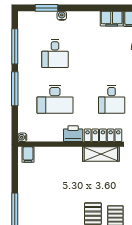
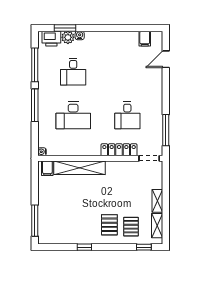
plant: (49, 18) -> (68, 37), added
filing cabinet: (112, 19) -> (127, 38), removed
printer: (73, 134) -> (51, 39), moved, turned 180
shelving: (101, 154) -> (80, 168), moved, width x1.47

